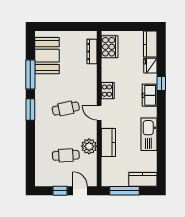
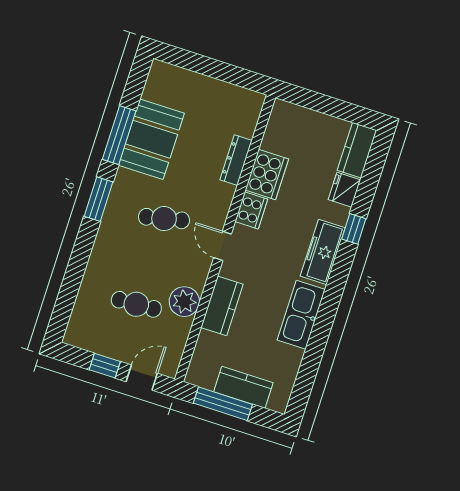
cooker: (110, 47) -> (267, 174), moved
dresser: (92, 52) -> (236, 160), moved
booth: (47, 56) -> (151, 139), moved
freezer: (150, 95) -> (323, 252), width x1.40
kitchen counter: (143, 179) -> (243, 387), moved
door: (80, 191) -> (142, 378), hinge flipped

